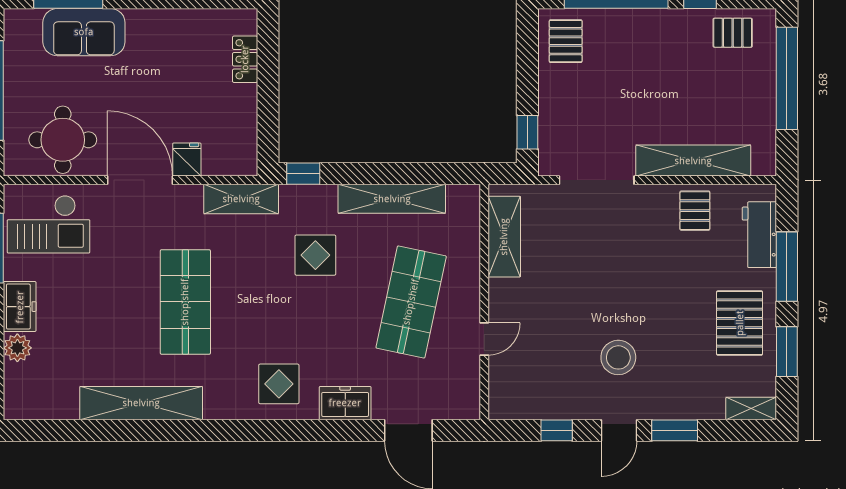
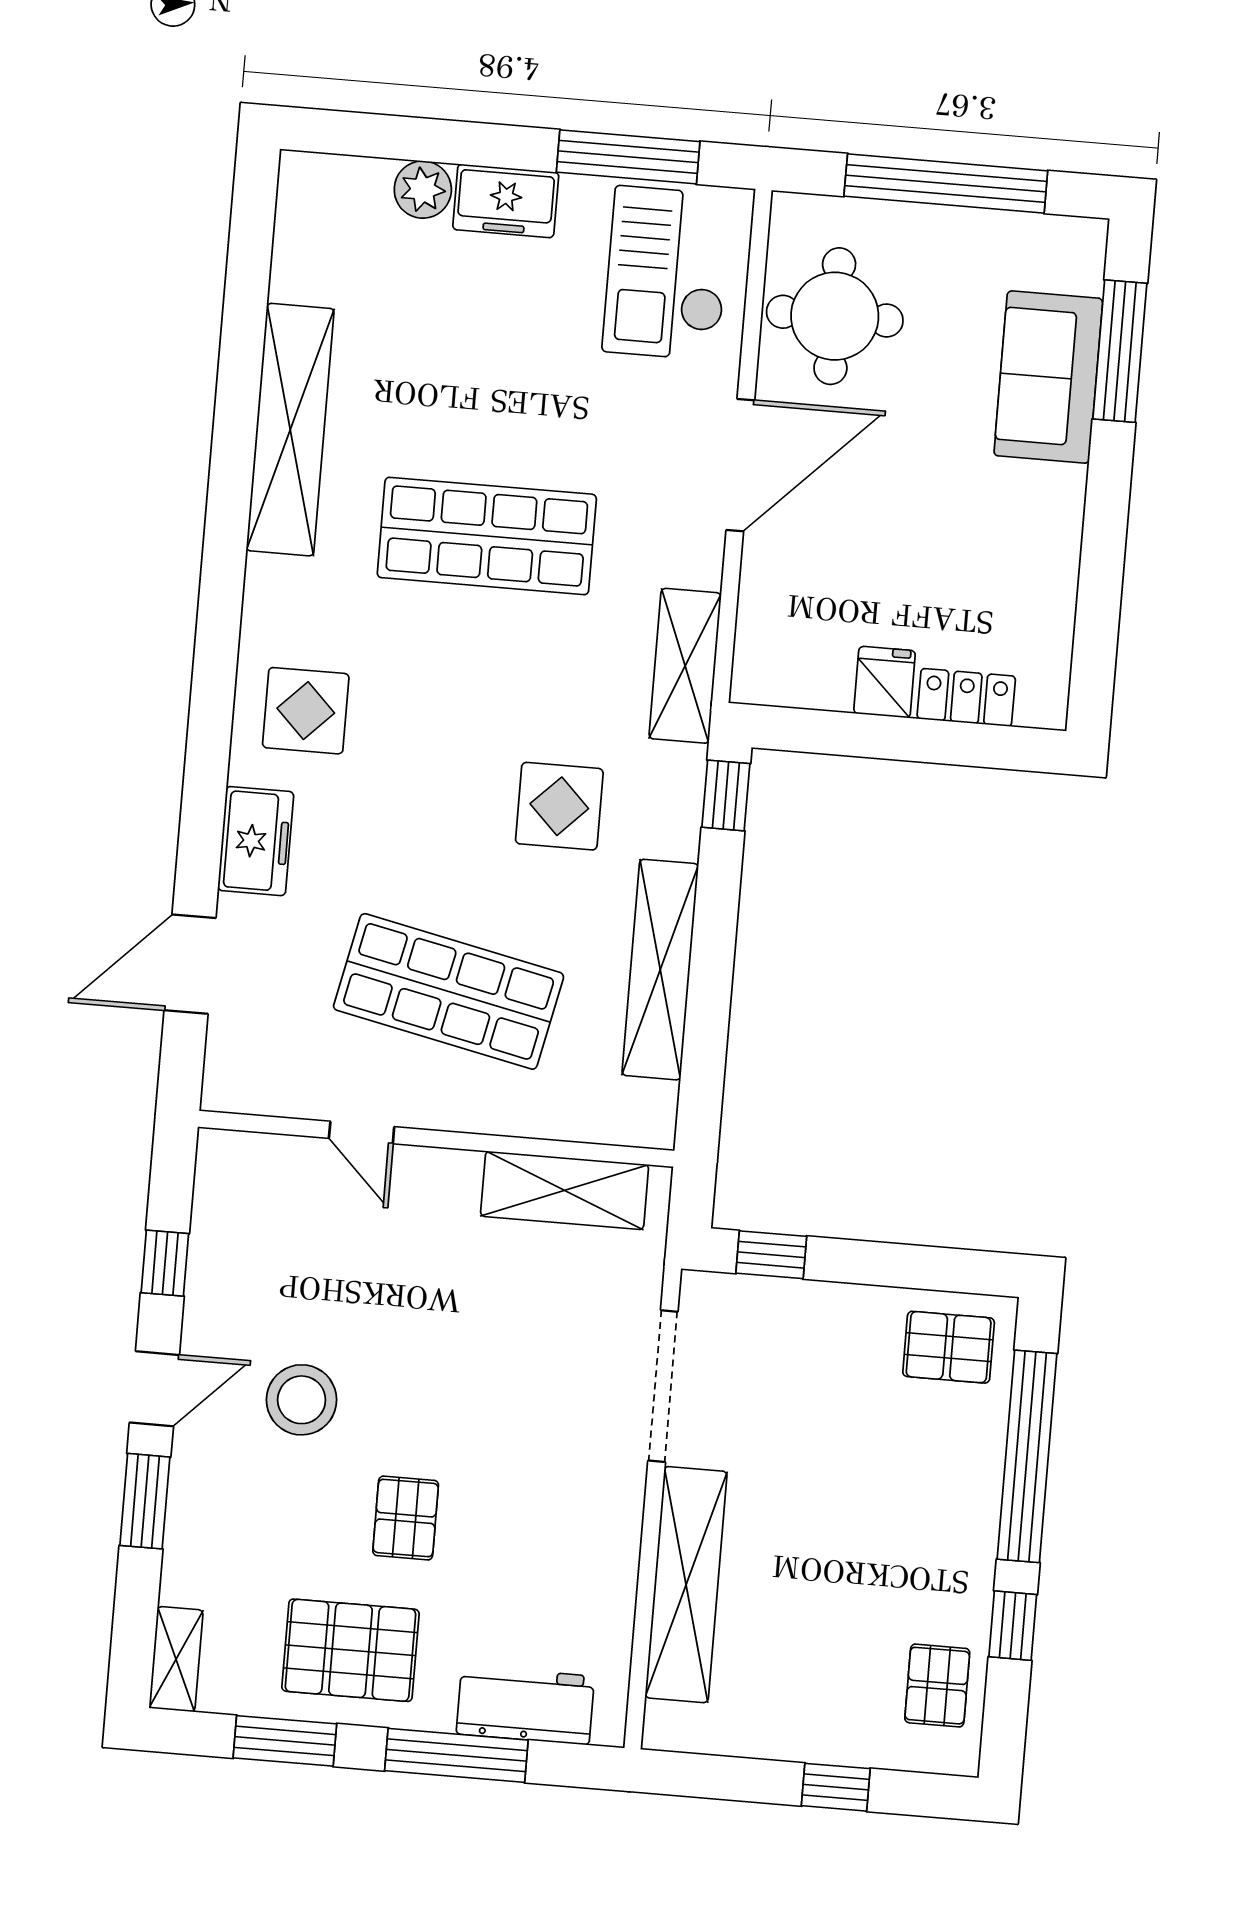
window: (787, 78) -> (836, 1787), width x0.32
fridge: (187, 159) -> (885, 682), moved, turned -90
pallet: (695, 211) -> (406, 1518), moved, turned 90
door: (619, 430) -> (154, 1389), swing flipped

